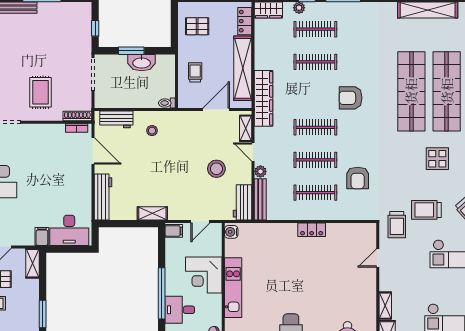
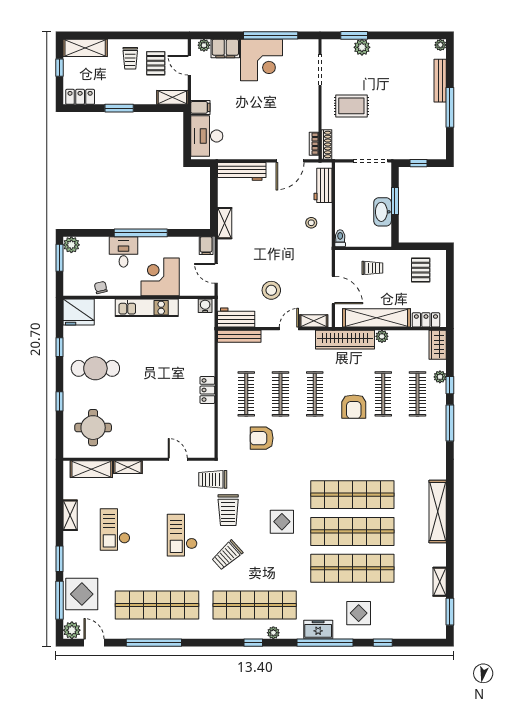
armchair: (351, 98) -> (354, 407), moved, turned 180
plant: (260, 171) -> (382, 336), moved
trolley: (426, 210) -> (228, 510), turned 180

